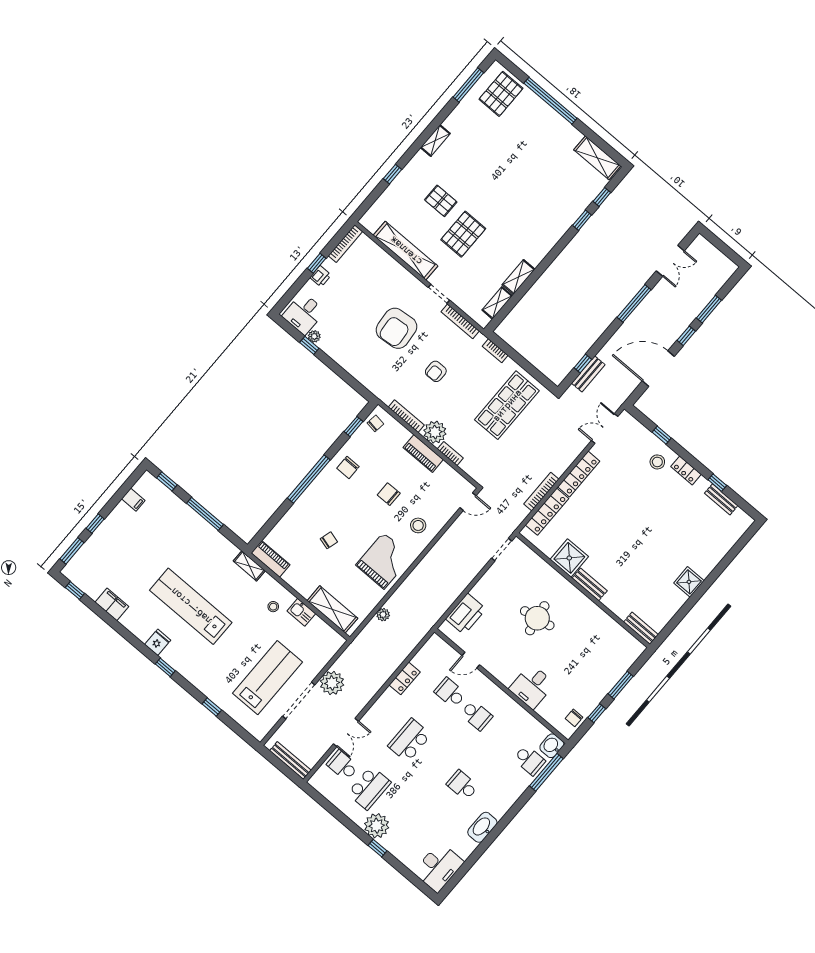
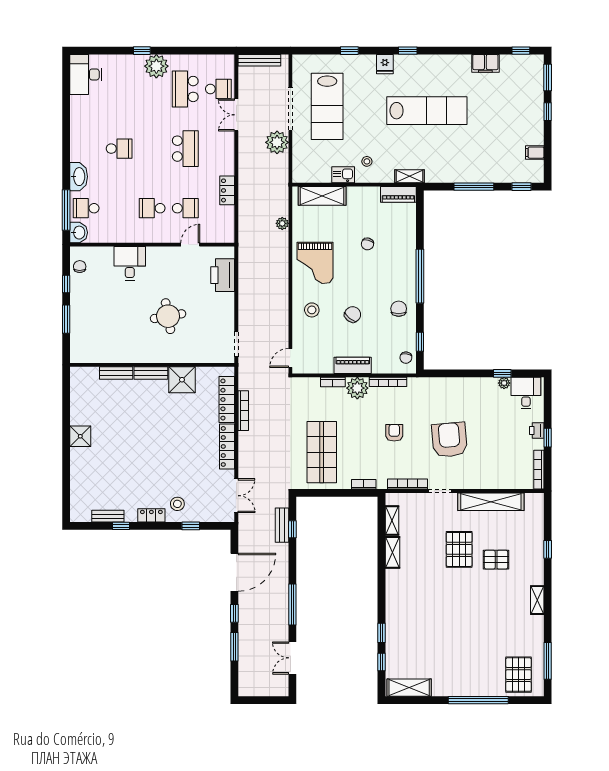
chair: (389, 494) -> (353, 314), turned -53
bench: (641, 628) -> (116, 373), moved
fridge: (158, 642) -> (385, 64), moved
washbasin: (482, 827) -> (79, 177), moved

